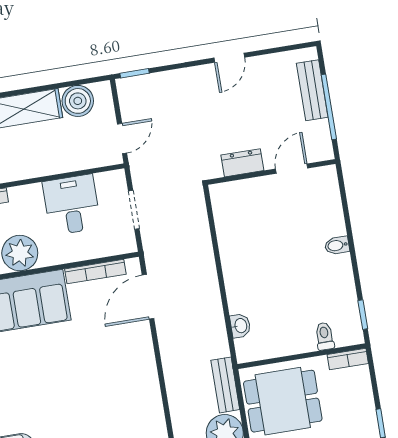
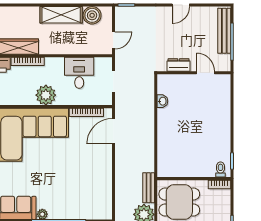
bench: (312, 90) -> (224, 31), width x1.36
door: (292, 169) -> (206, 73), hinge flipped
bidet: (337, 245) -> (224, 120), removed
washbasin: (240, 326) -> (162, 101), moved
toilet: (325, 336) -> (220, 170), moved

